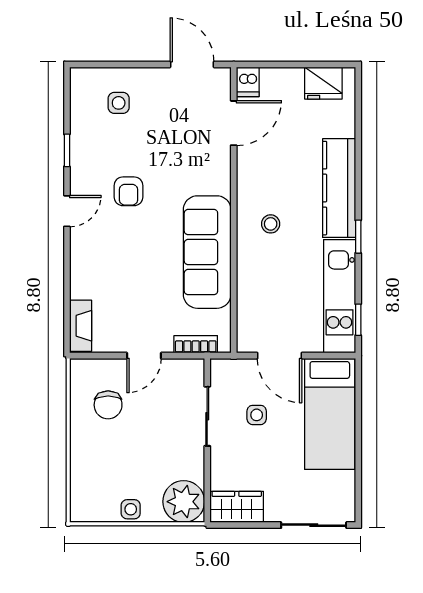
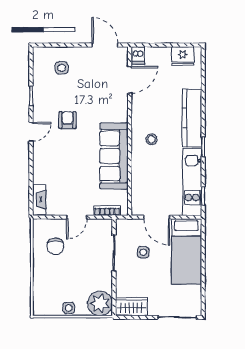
armchair: (129, 191) -> (67, 120), turned 180

